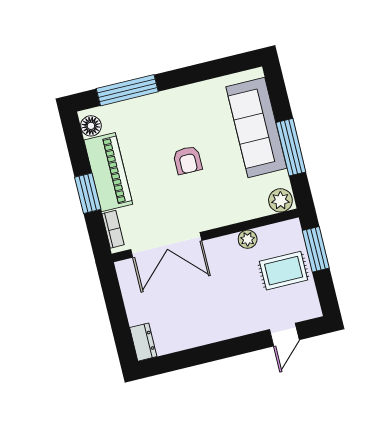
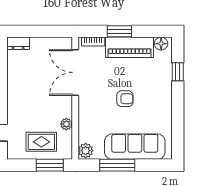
window: (127, 90) -> (178, 72), width x0.46
armchair: (188, 160) -> (125, 99), turned 180
rug: (284, 271) -> (41, 142), turned 90

